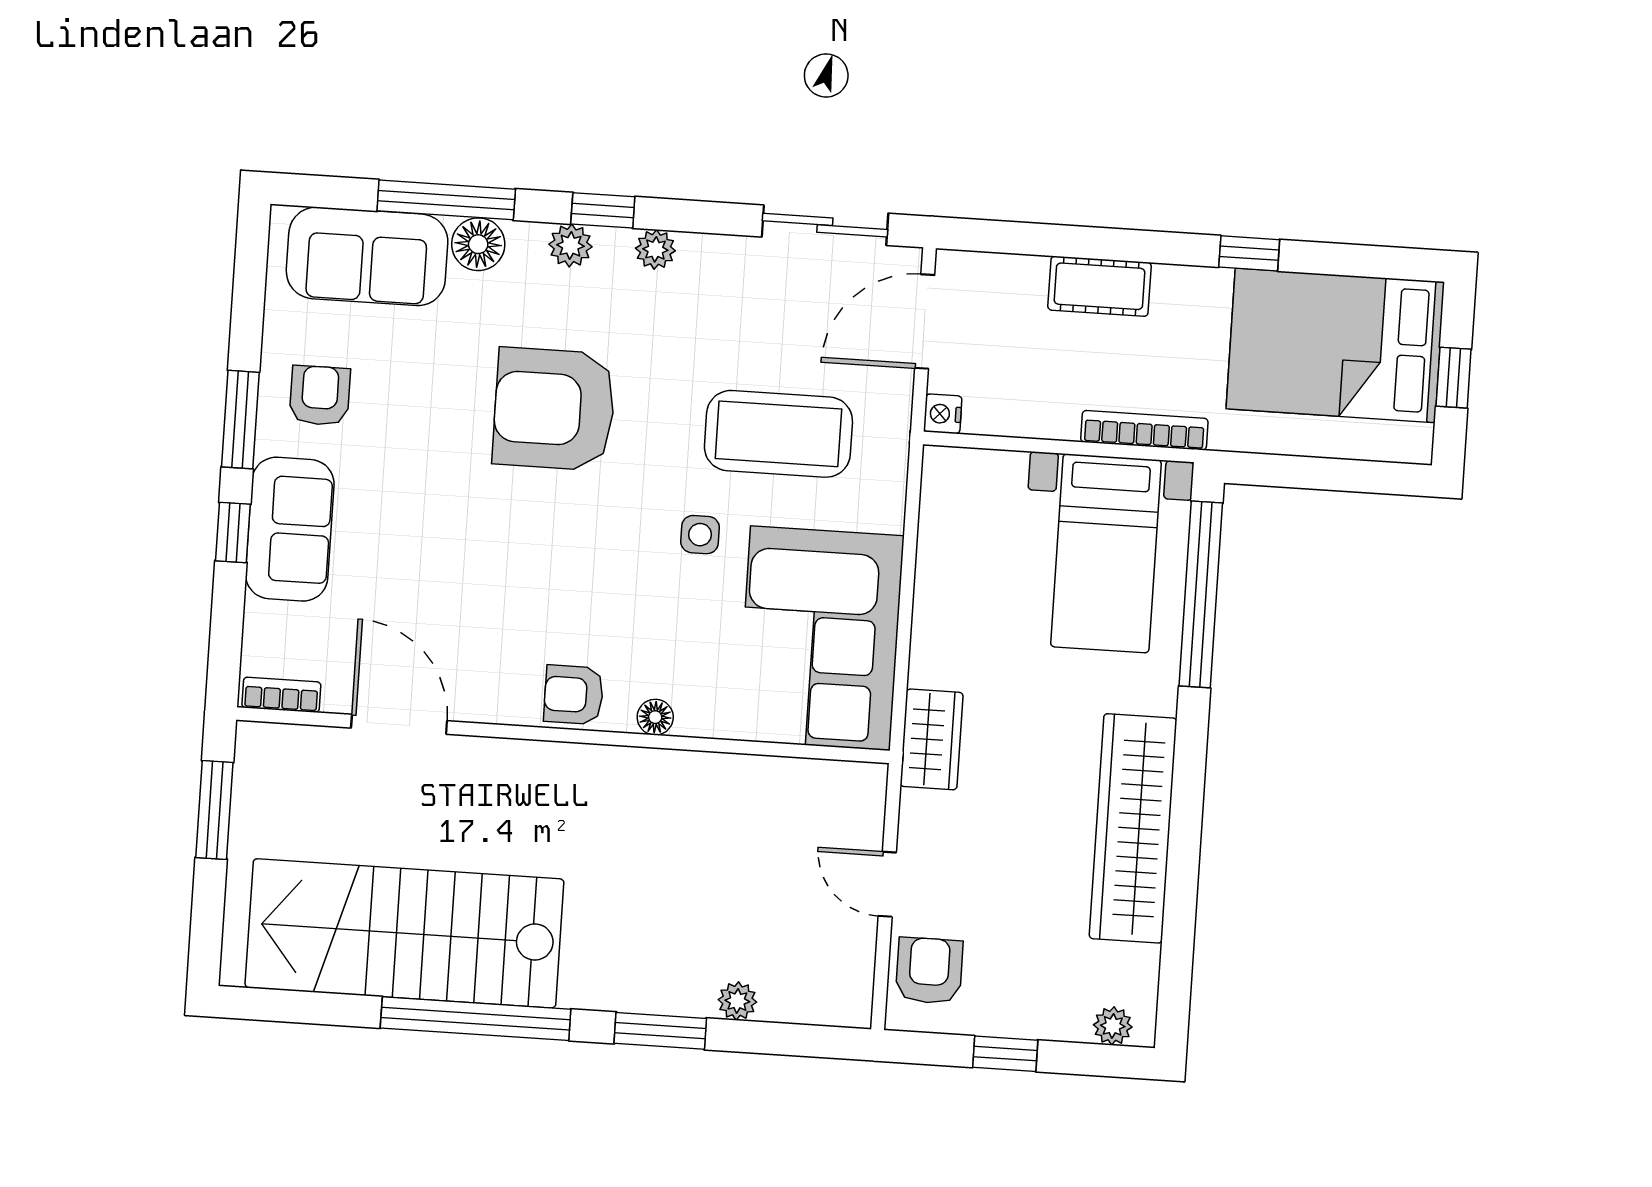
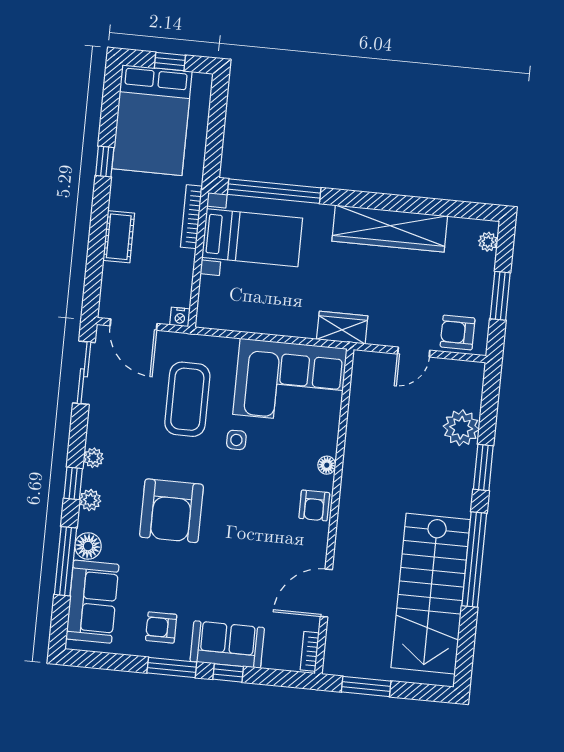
plant: (737, 1001) -> (461, 428), width x1.87, depth x1.87
window: (1005, 1054) -> (500, 296), width x1.50

